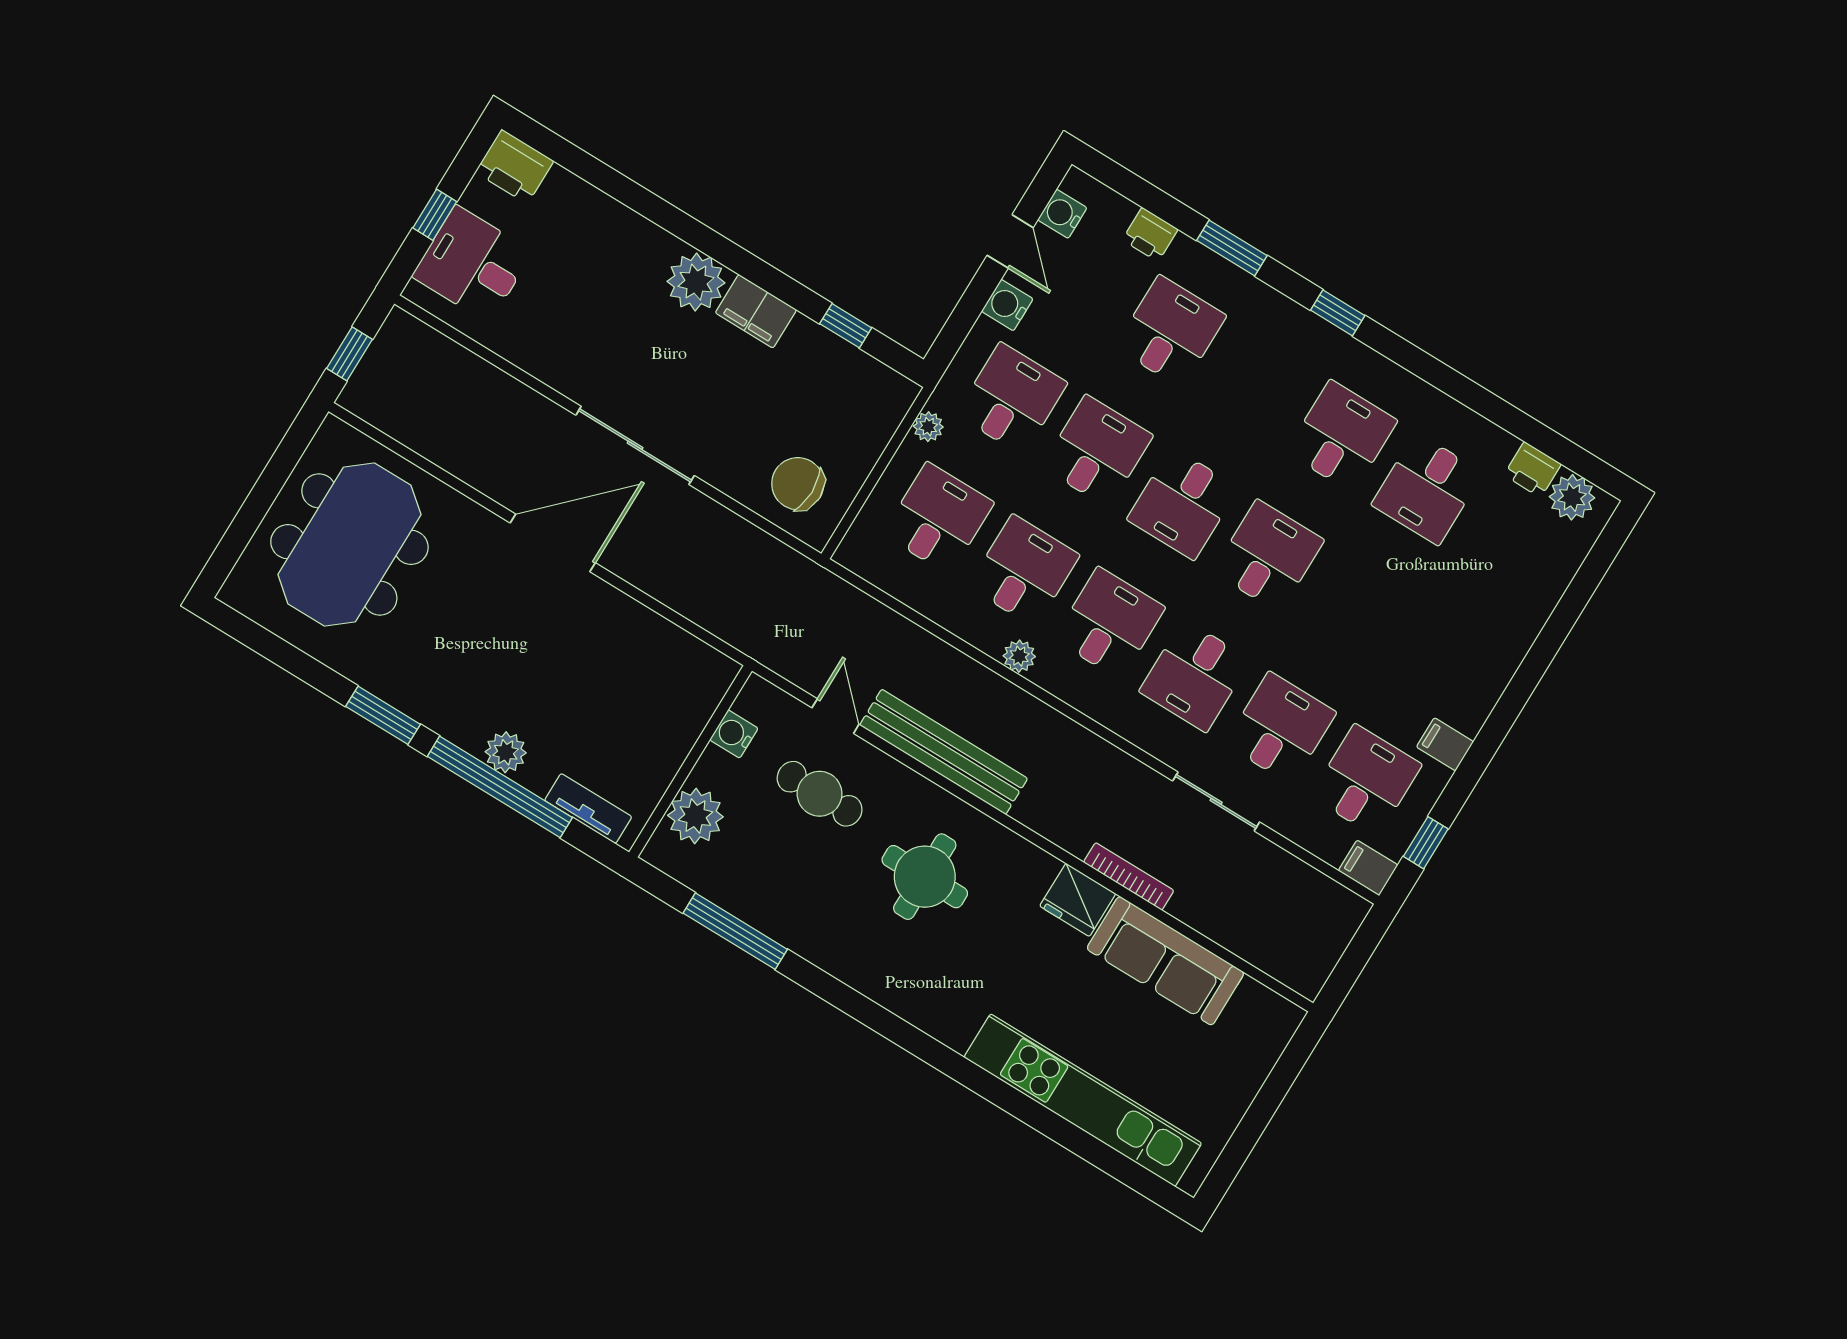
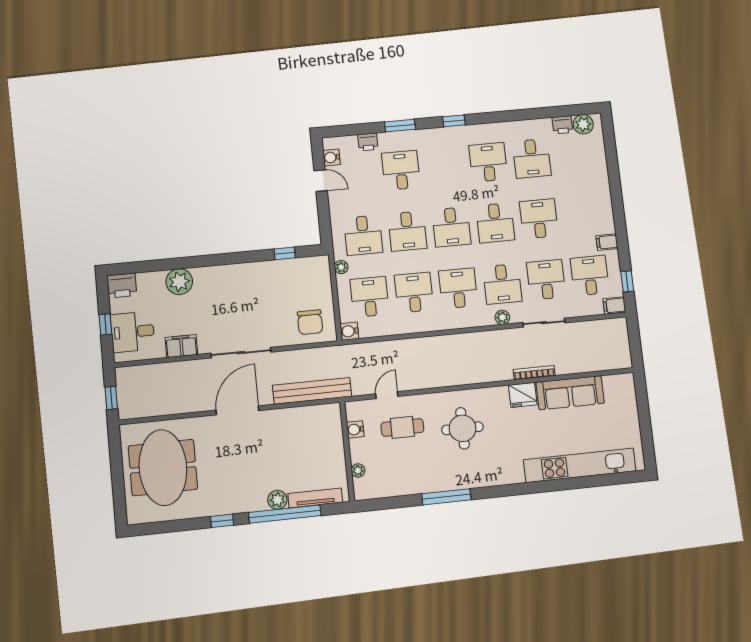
plant: (696, 282) -> (179, 282), moved
water cooler: (1007, 305) -> (349, 331), moved
filing cabinet: (756, 311) -> (181, 346), moved, turned 180
desk: (1012, 399) -> (363, 235), turned 180
desk: (1097, 451) -> (407, 231), turned 180
chair: (798, 484) -> (310, 322), turned -90
desk: (1268, 556) -> (495, 223), turned 180
desk: (1354, 608) -> (539, 219), added
plant: (1019, 656) -> (502, 317), moved
window: (383, 715) -> (222, 521), width x0.67
door: (835, 716) -> (387, 395), hinge flipped
bench: (944, 752) -> (312, 391), moved
tv unit: (588, 809) -> (315, 498), width x1.41
plant: (695, 816) -> (358, 470), width x0.53, depth x0.53
window: (735, 931) -> (446, 497), moved

